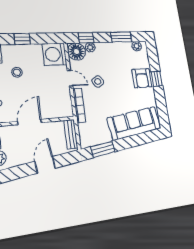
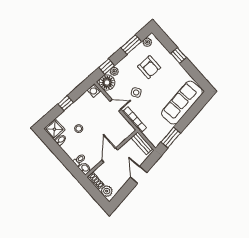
washing machine: (55, 54) -> (94, 90), width x0.53, depth x0.53
armchair: (142, 78) -> (149, 67), moved

